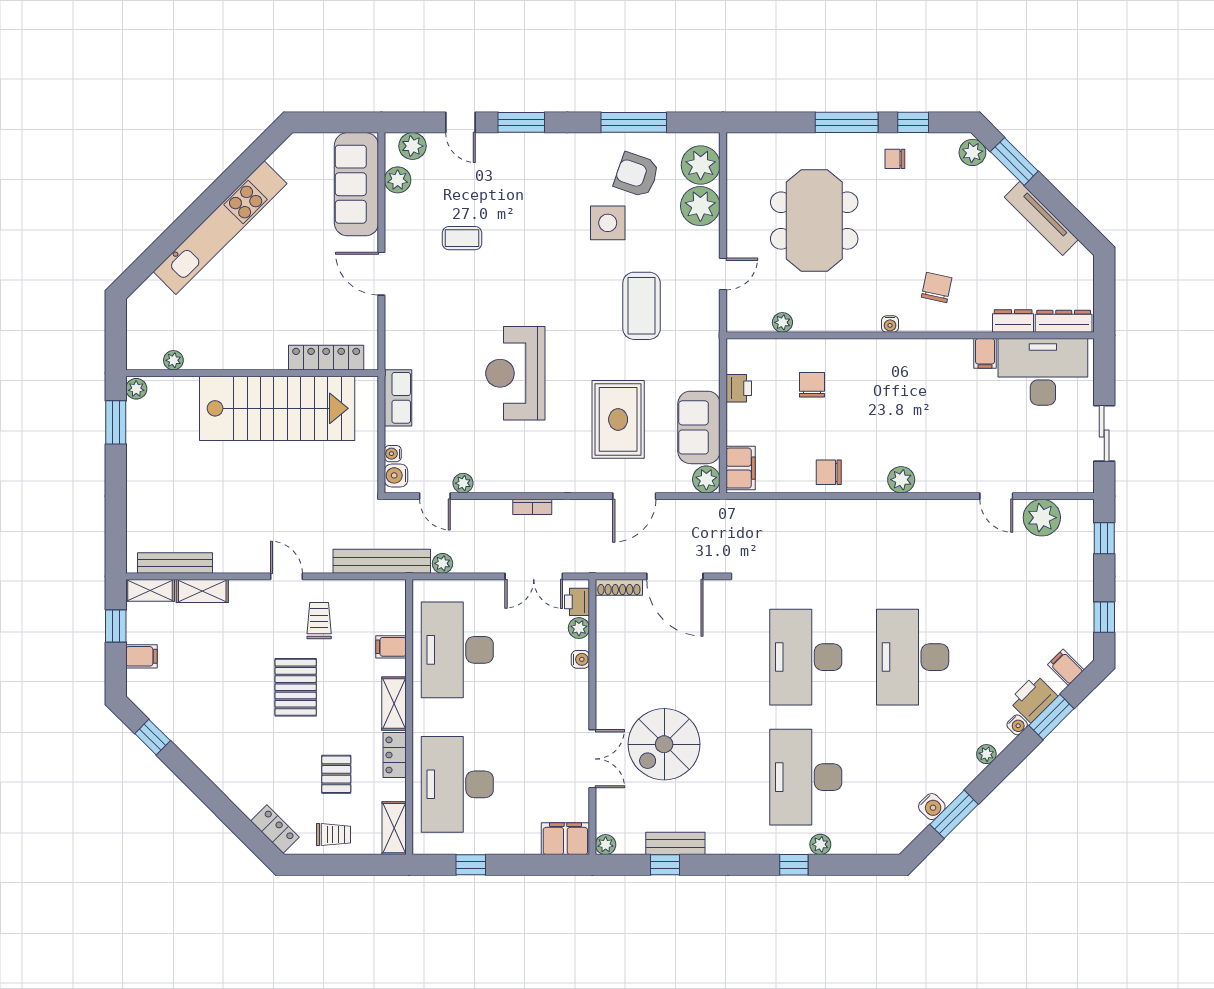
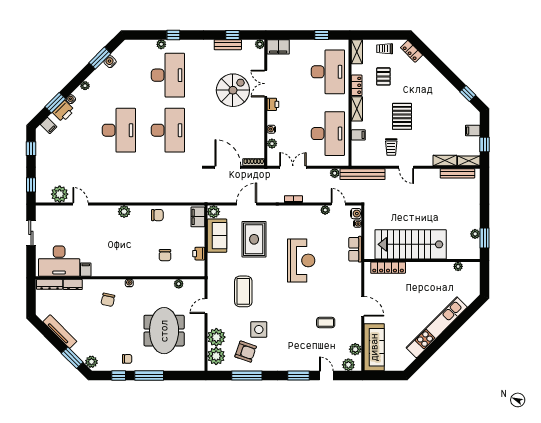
plant: (136, 389) -> (475, 234), moved
printer: (577, 602) -> (273, 104), moved

